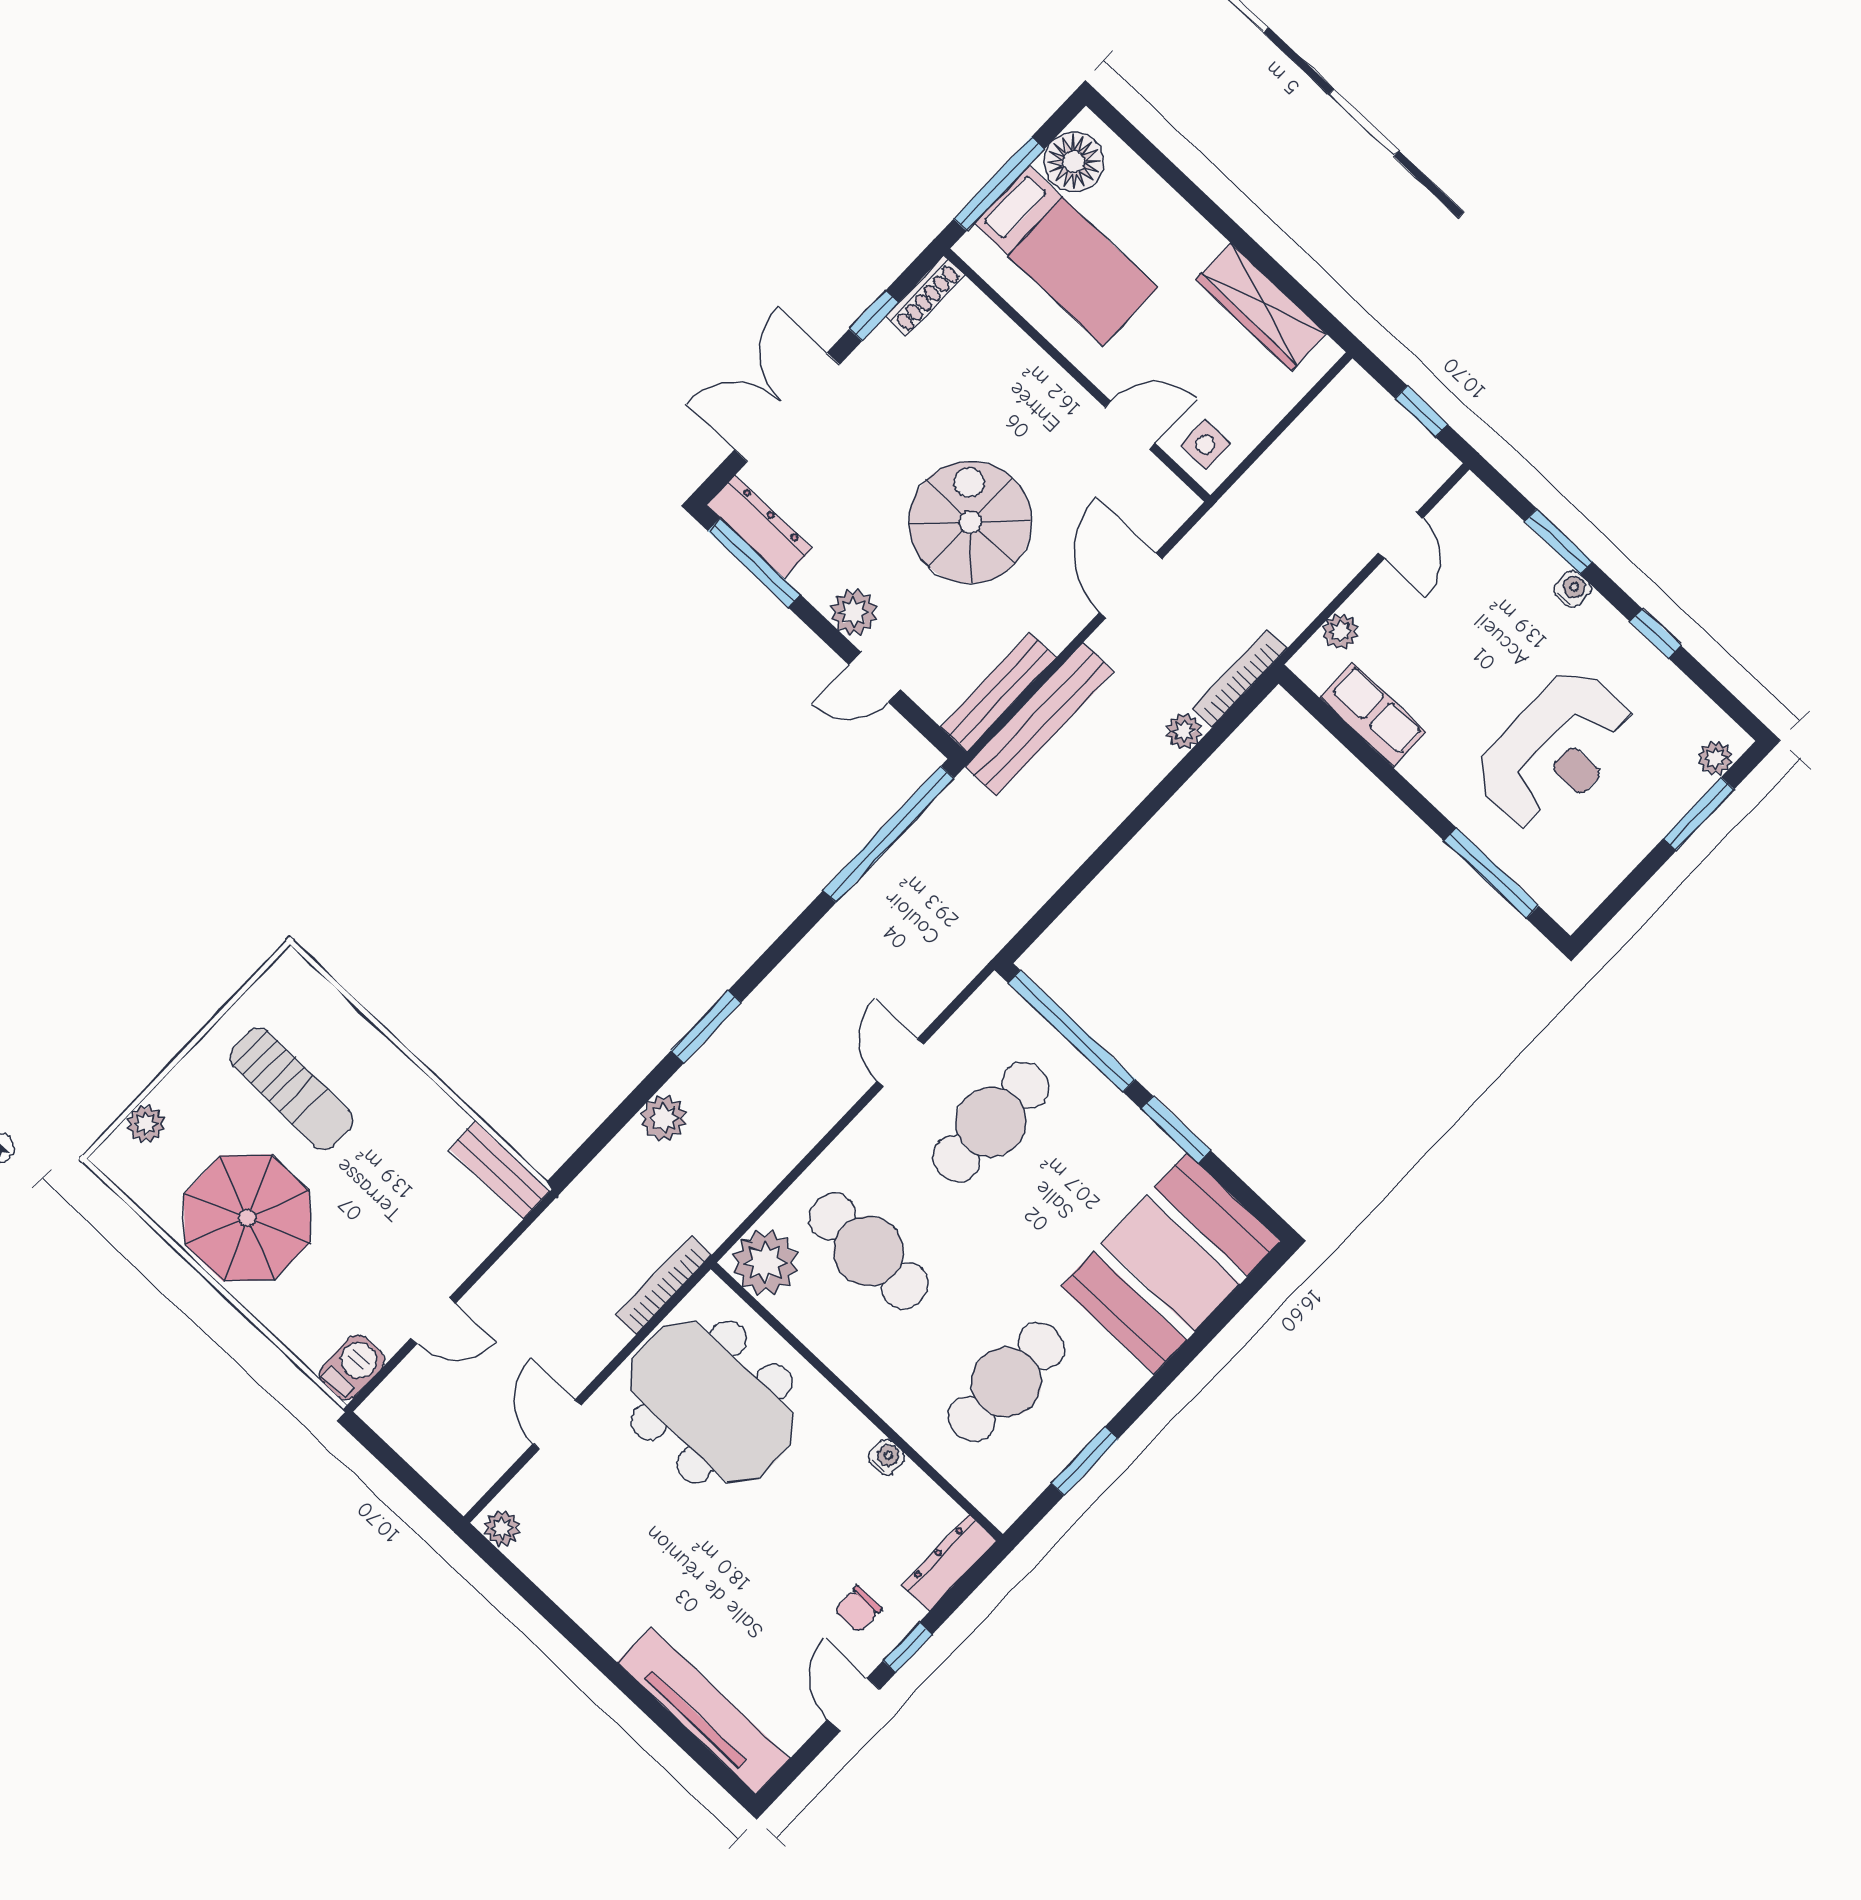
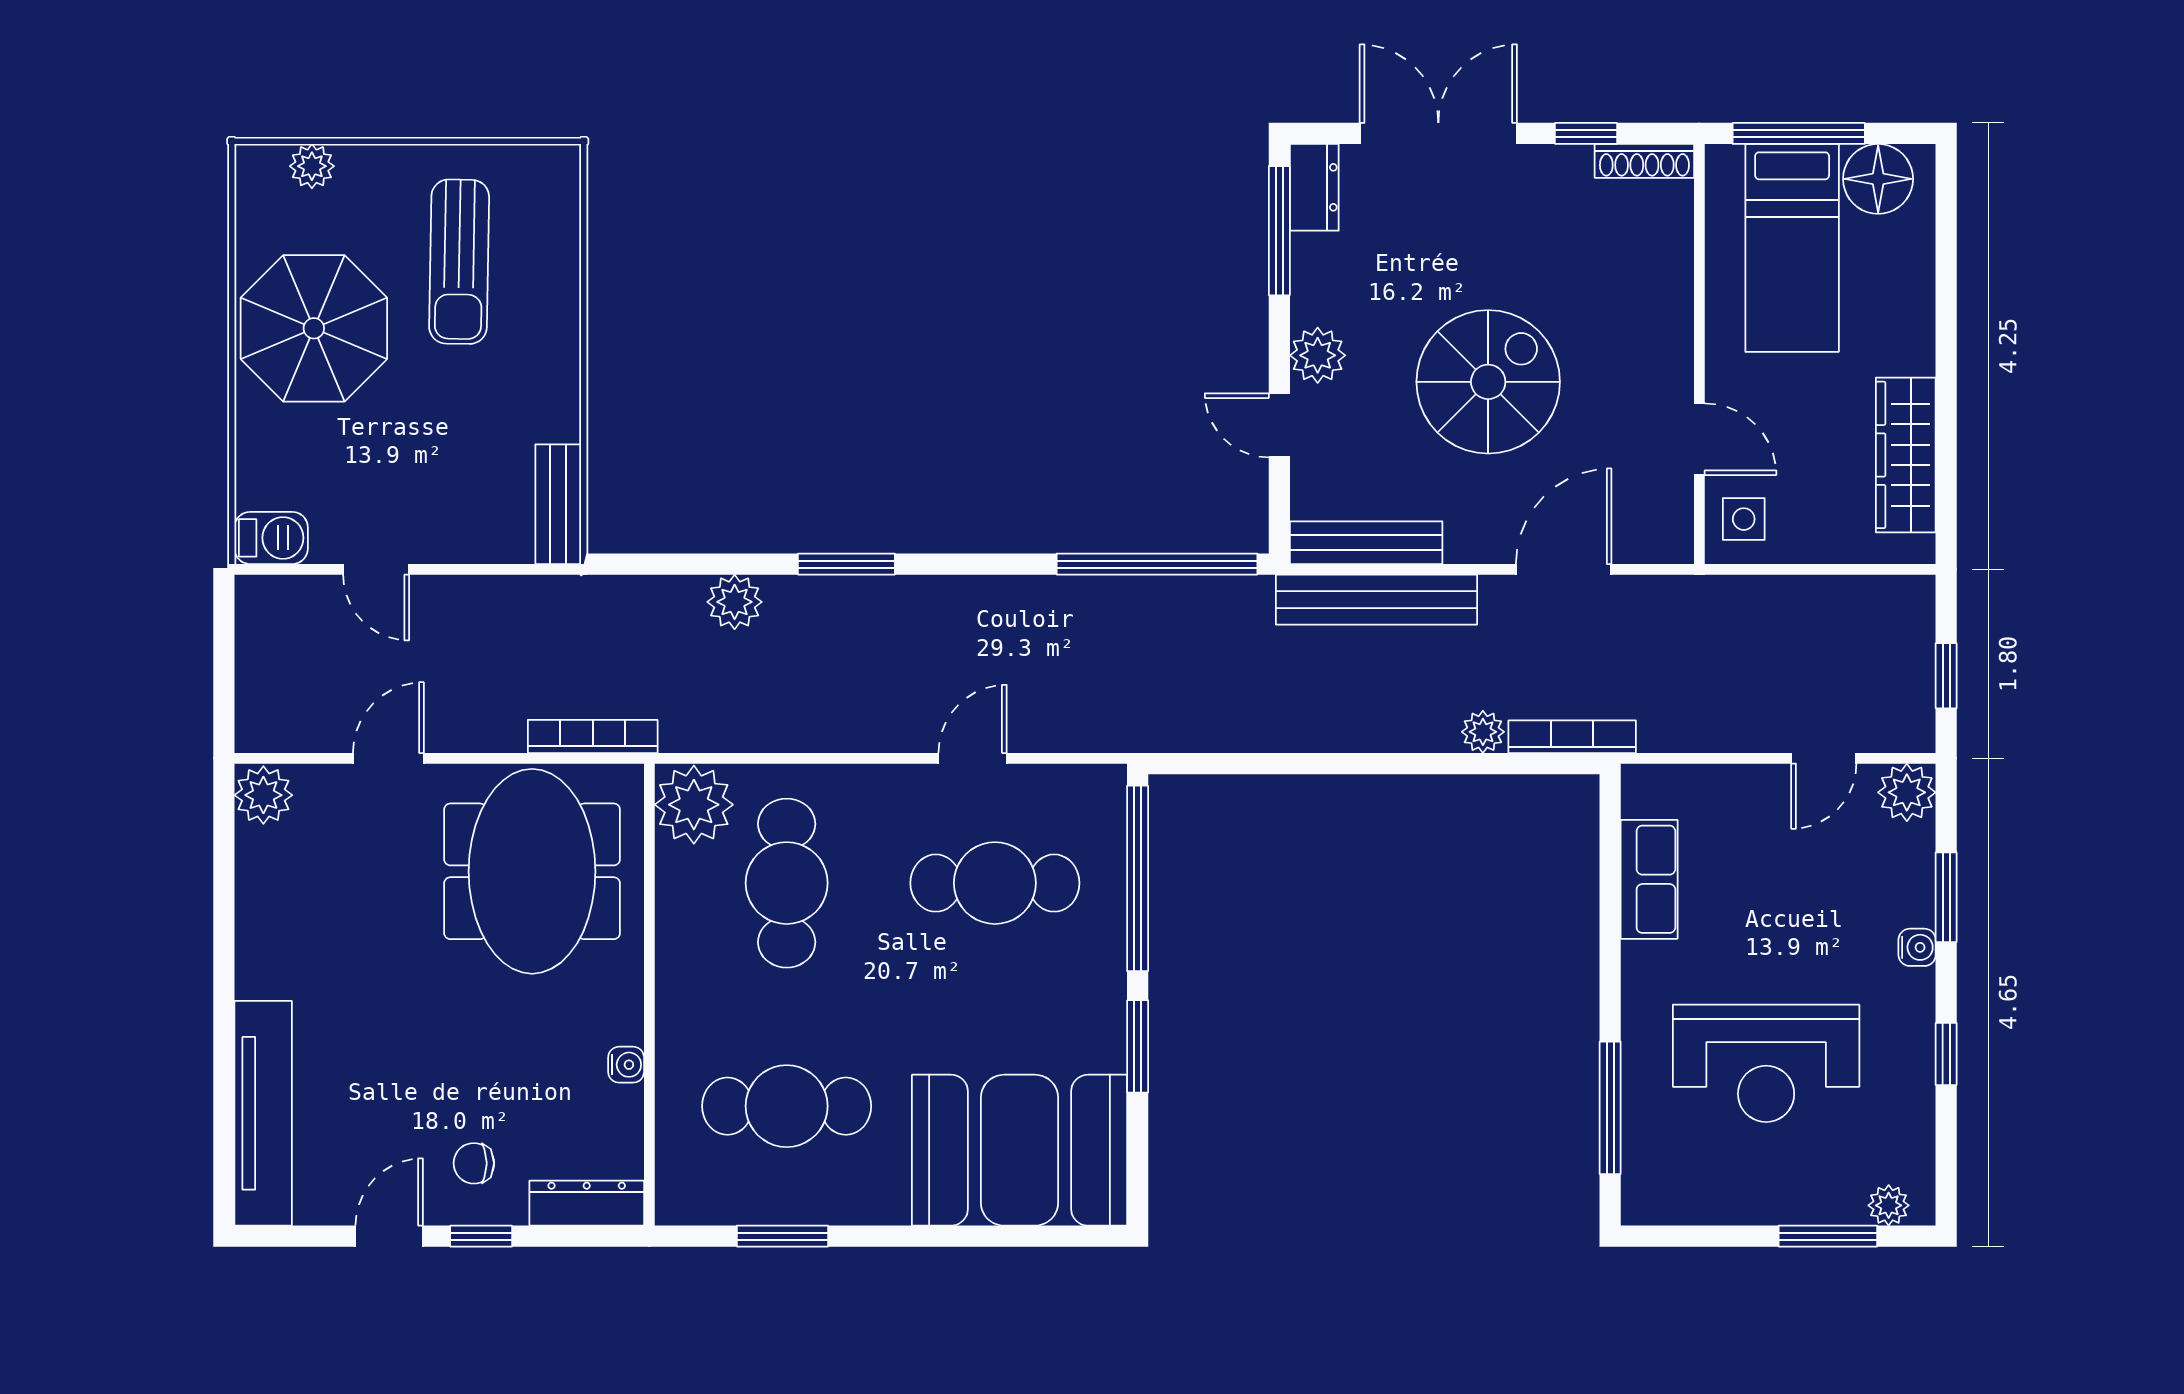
dresser: (759, 527) -> (1314, 187), width x0.70
plant: (1341, 631) -> (1907, 792), moved, width x1.38, depth x1.38
plant: (502, 1528) -> (263, 795), width x1.38, depth x1.38

